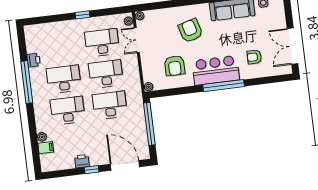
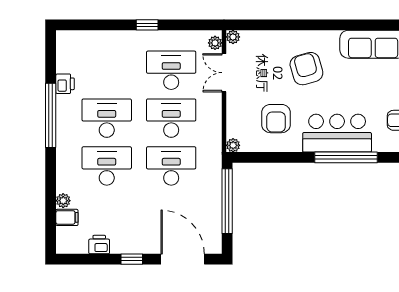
printer: (82, 161) -> (99, 245), moved

